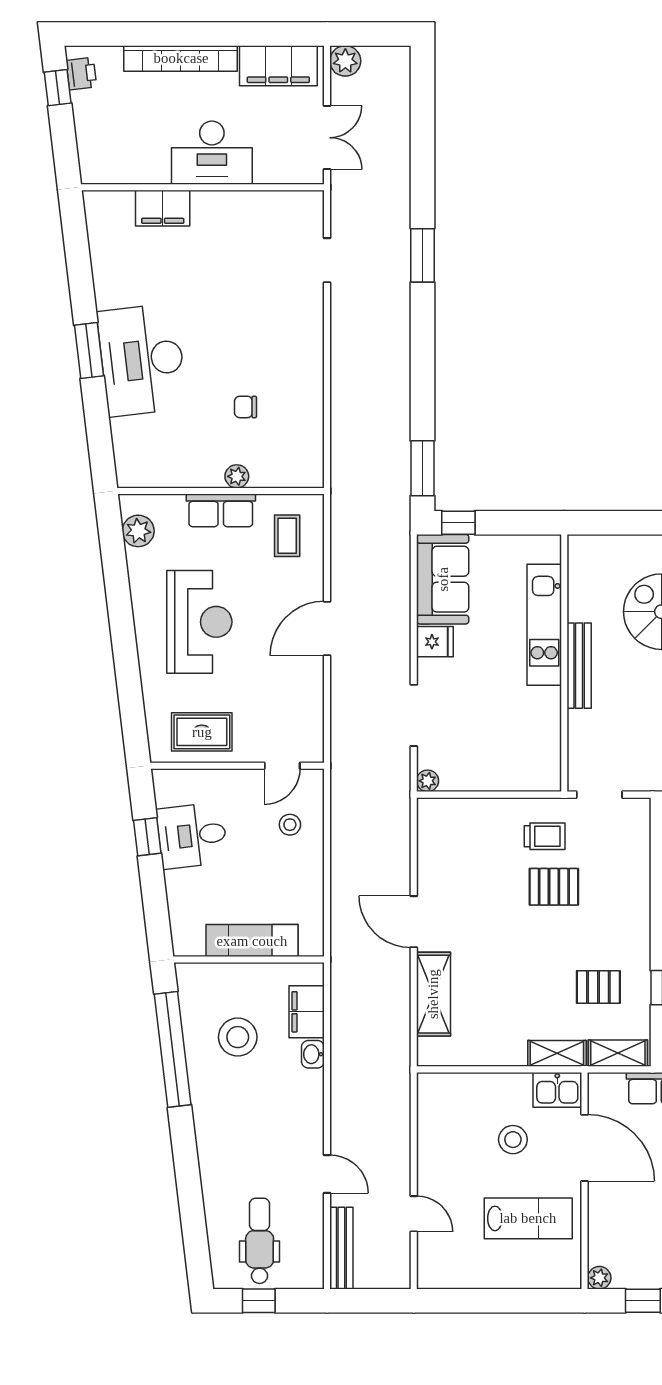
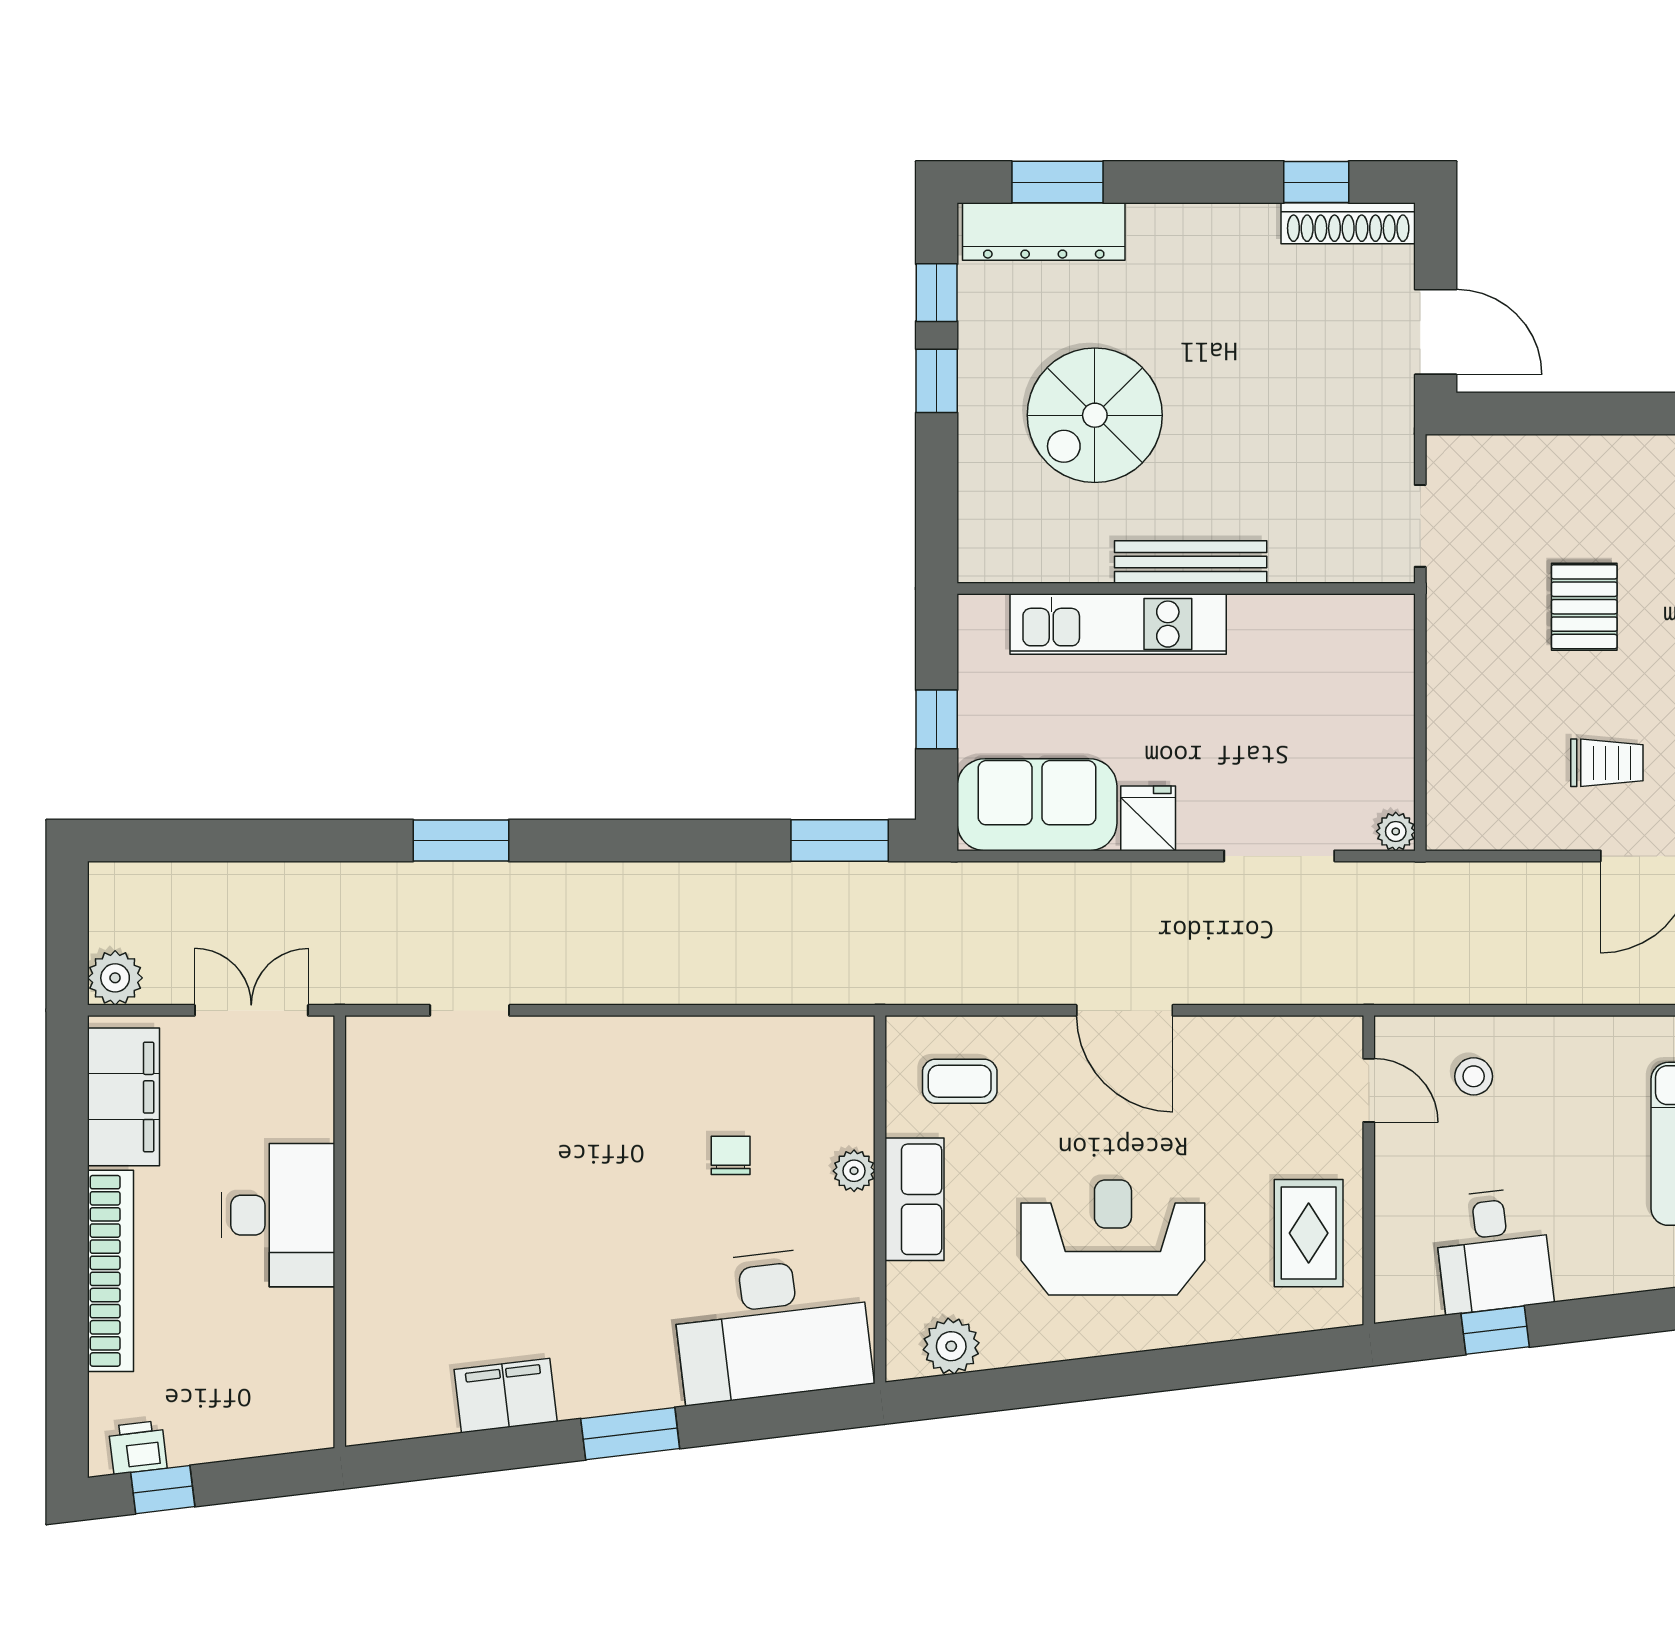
filing cabinet: (163, 208) -> (506, 1396), moved, turned -97
desk: (142, 360) -> (772, 1324), moved
chair: (246, 407) -> (731, 1155), turned 180
window: (458, 523) -> (937, 719), moved
trolley: (545, 836) -> (1607, 763), moved, turned 90

